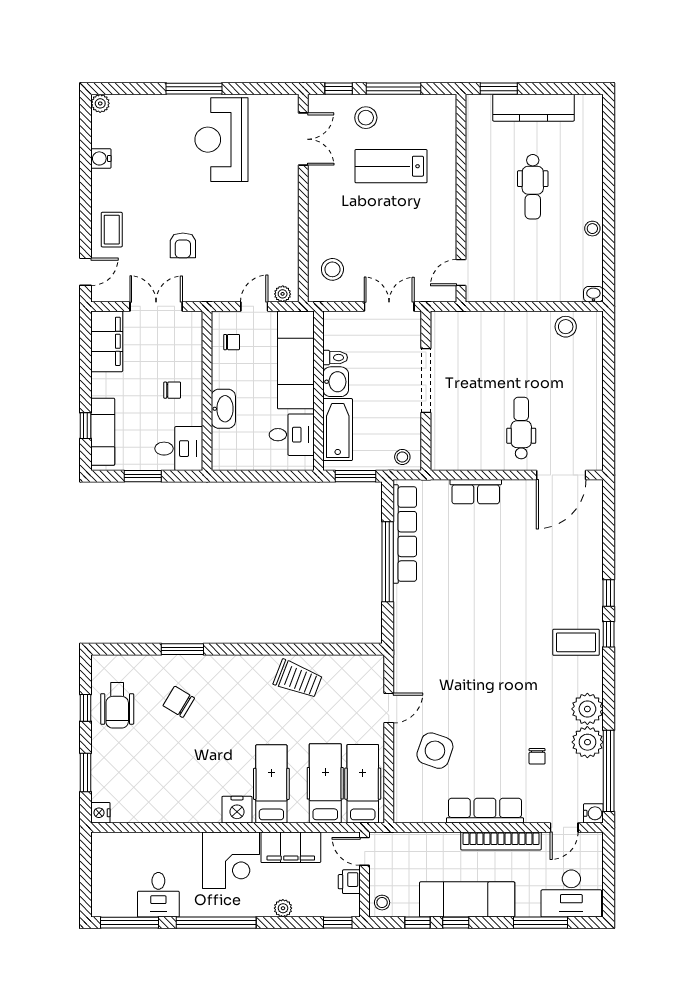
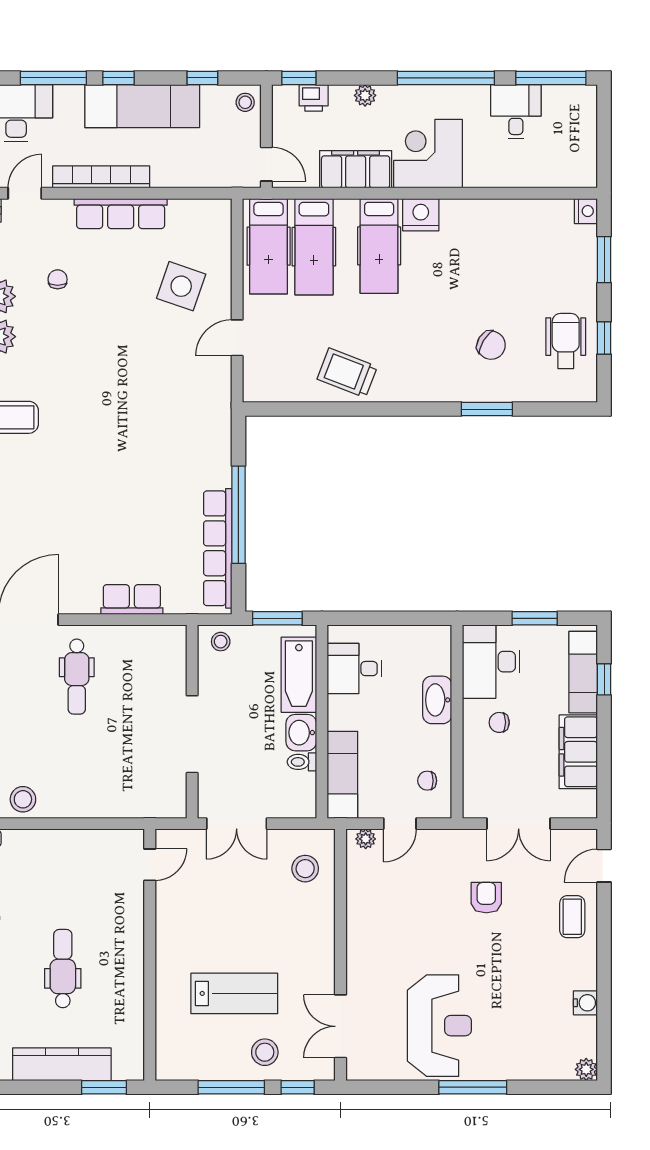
filing cabinet: (107, 341) -> (578, 752), moved
exam couch: (296, 360) -> (342, 775), width x0.73, depth x0.69
desk: (179, 449) -> (491, 662), width x1.37
printer: (349, 882) -> (314, 98), moved, turned 90
window: (456, 923) -> (119, 78), moved

